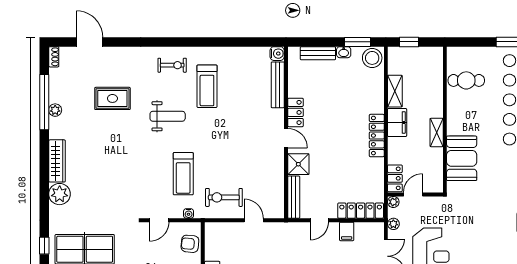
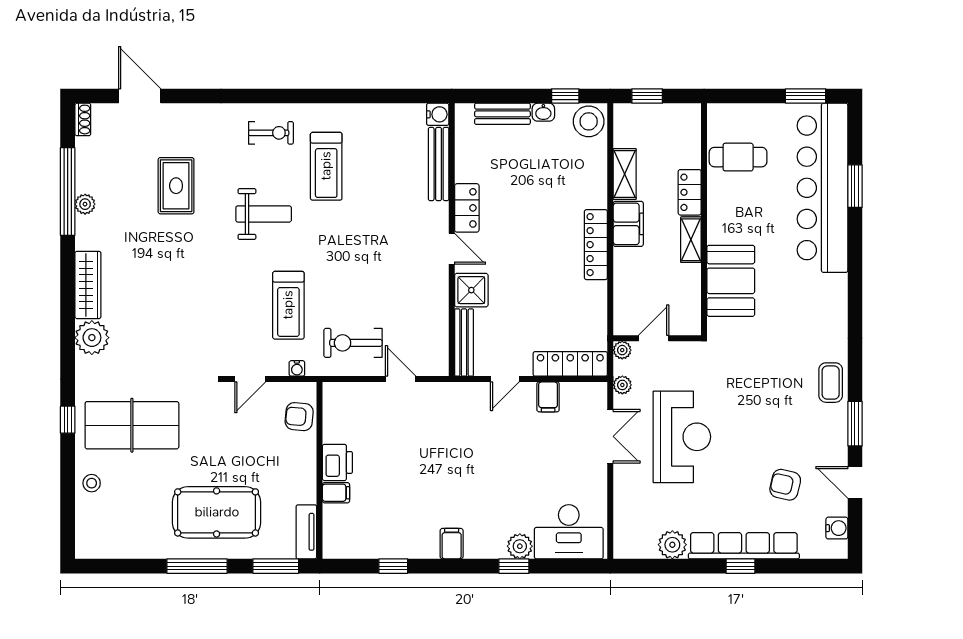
window: (357, 42) -> (565, 96), width x0.67
rug: (112, 98) -> (176, 186), turned 90
locker: (395, 178) -> (690, 192), moved, turned 180

